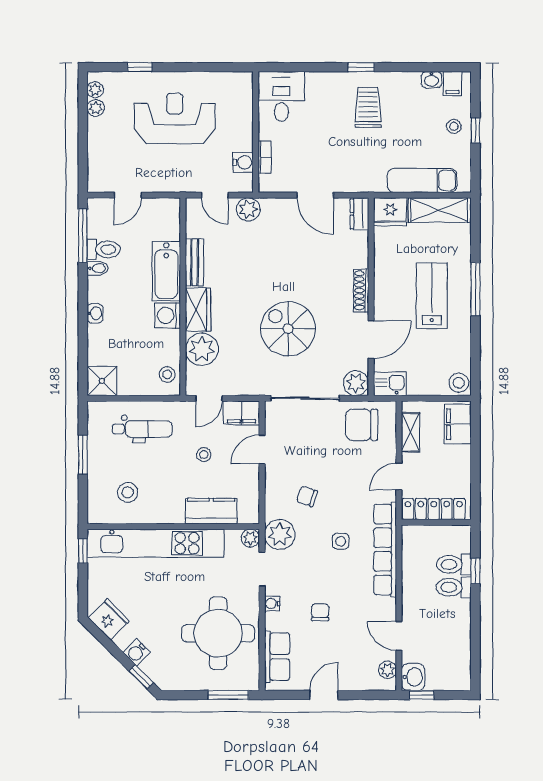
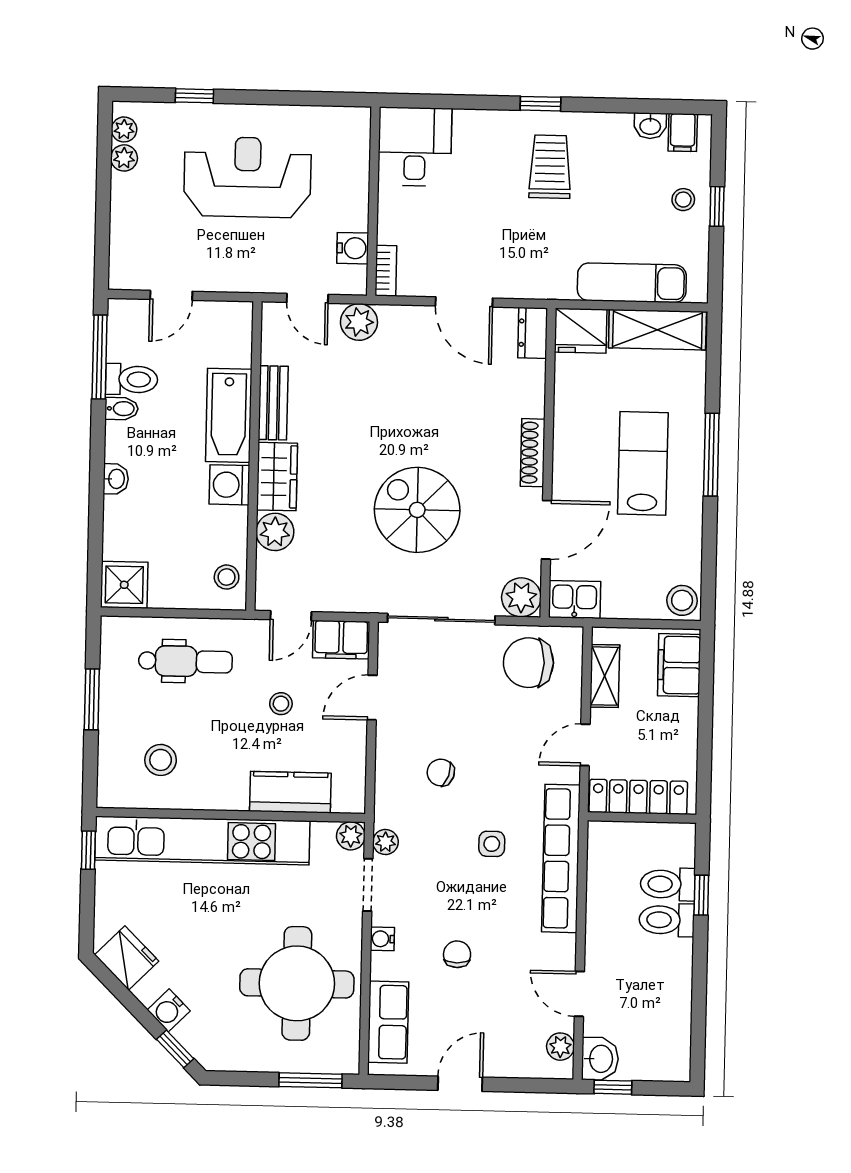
bookcase: (265, 157) -> (386, 271), moved
plant: (202, 349) -> (275, 532), width x0.73, depth x0.73
plant: (280, 534) -> (385, 842), width x0.53, depth x0.53

